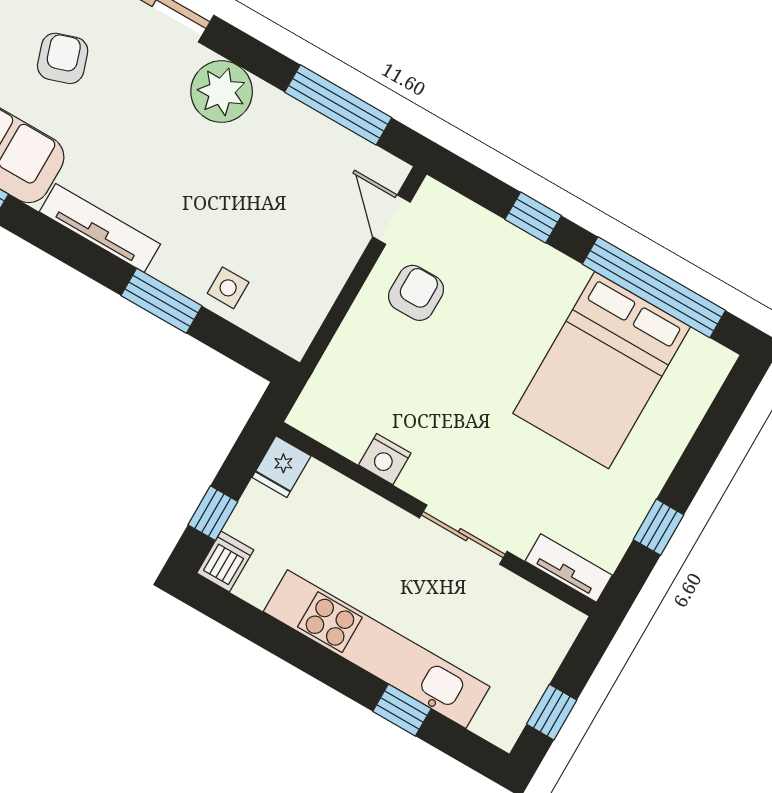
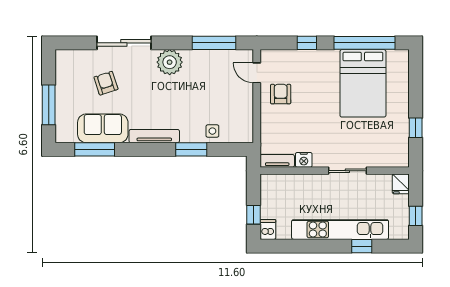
fridge: (281, 467) -> (401, 184), moved
tv unit: (569, 568) -> (277, 161), moved

